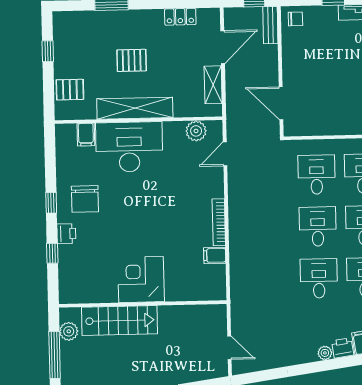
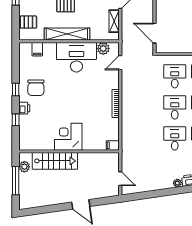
desk: (129, 147) -> (76, 57), moved
filing cabinet: (215, 255) -> (113, 145), moved

